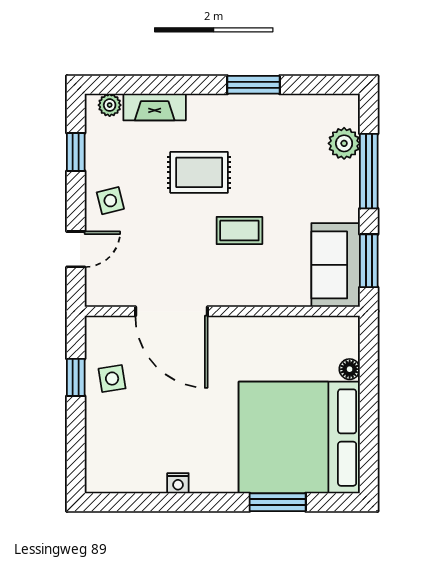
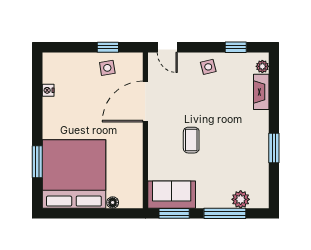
rug: (199, 172) -> (224, 117), removed
door: (76, 249) -> (167, 47), moved
nightstand: (178, 483) -> (48, 90), moved

